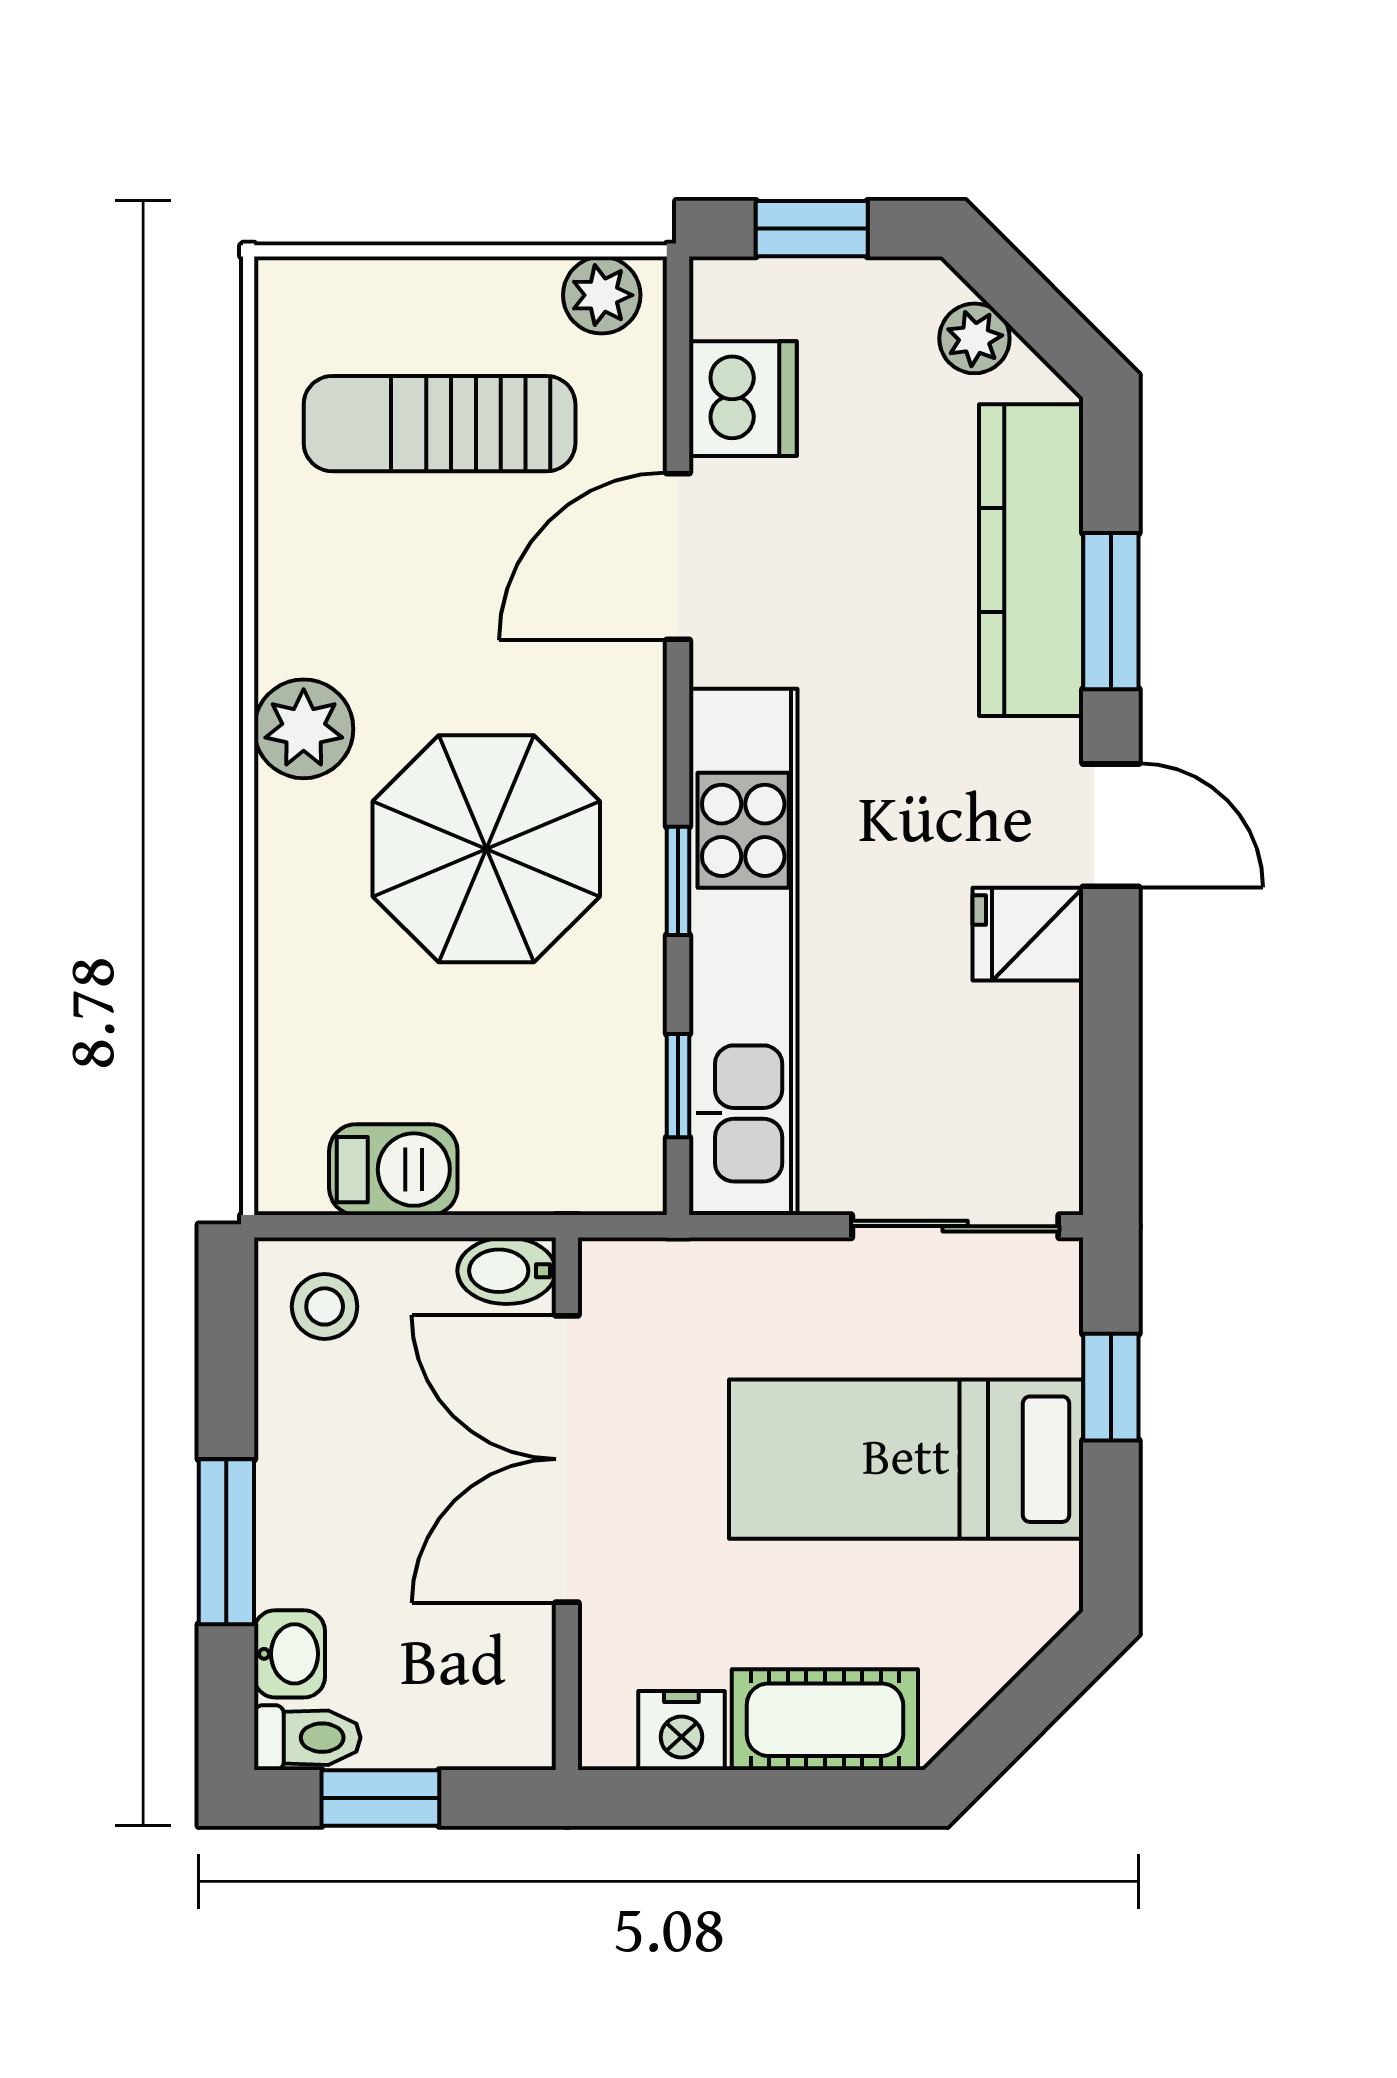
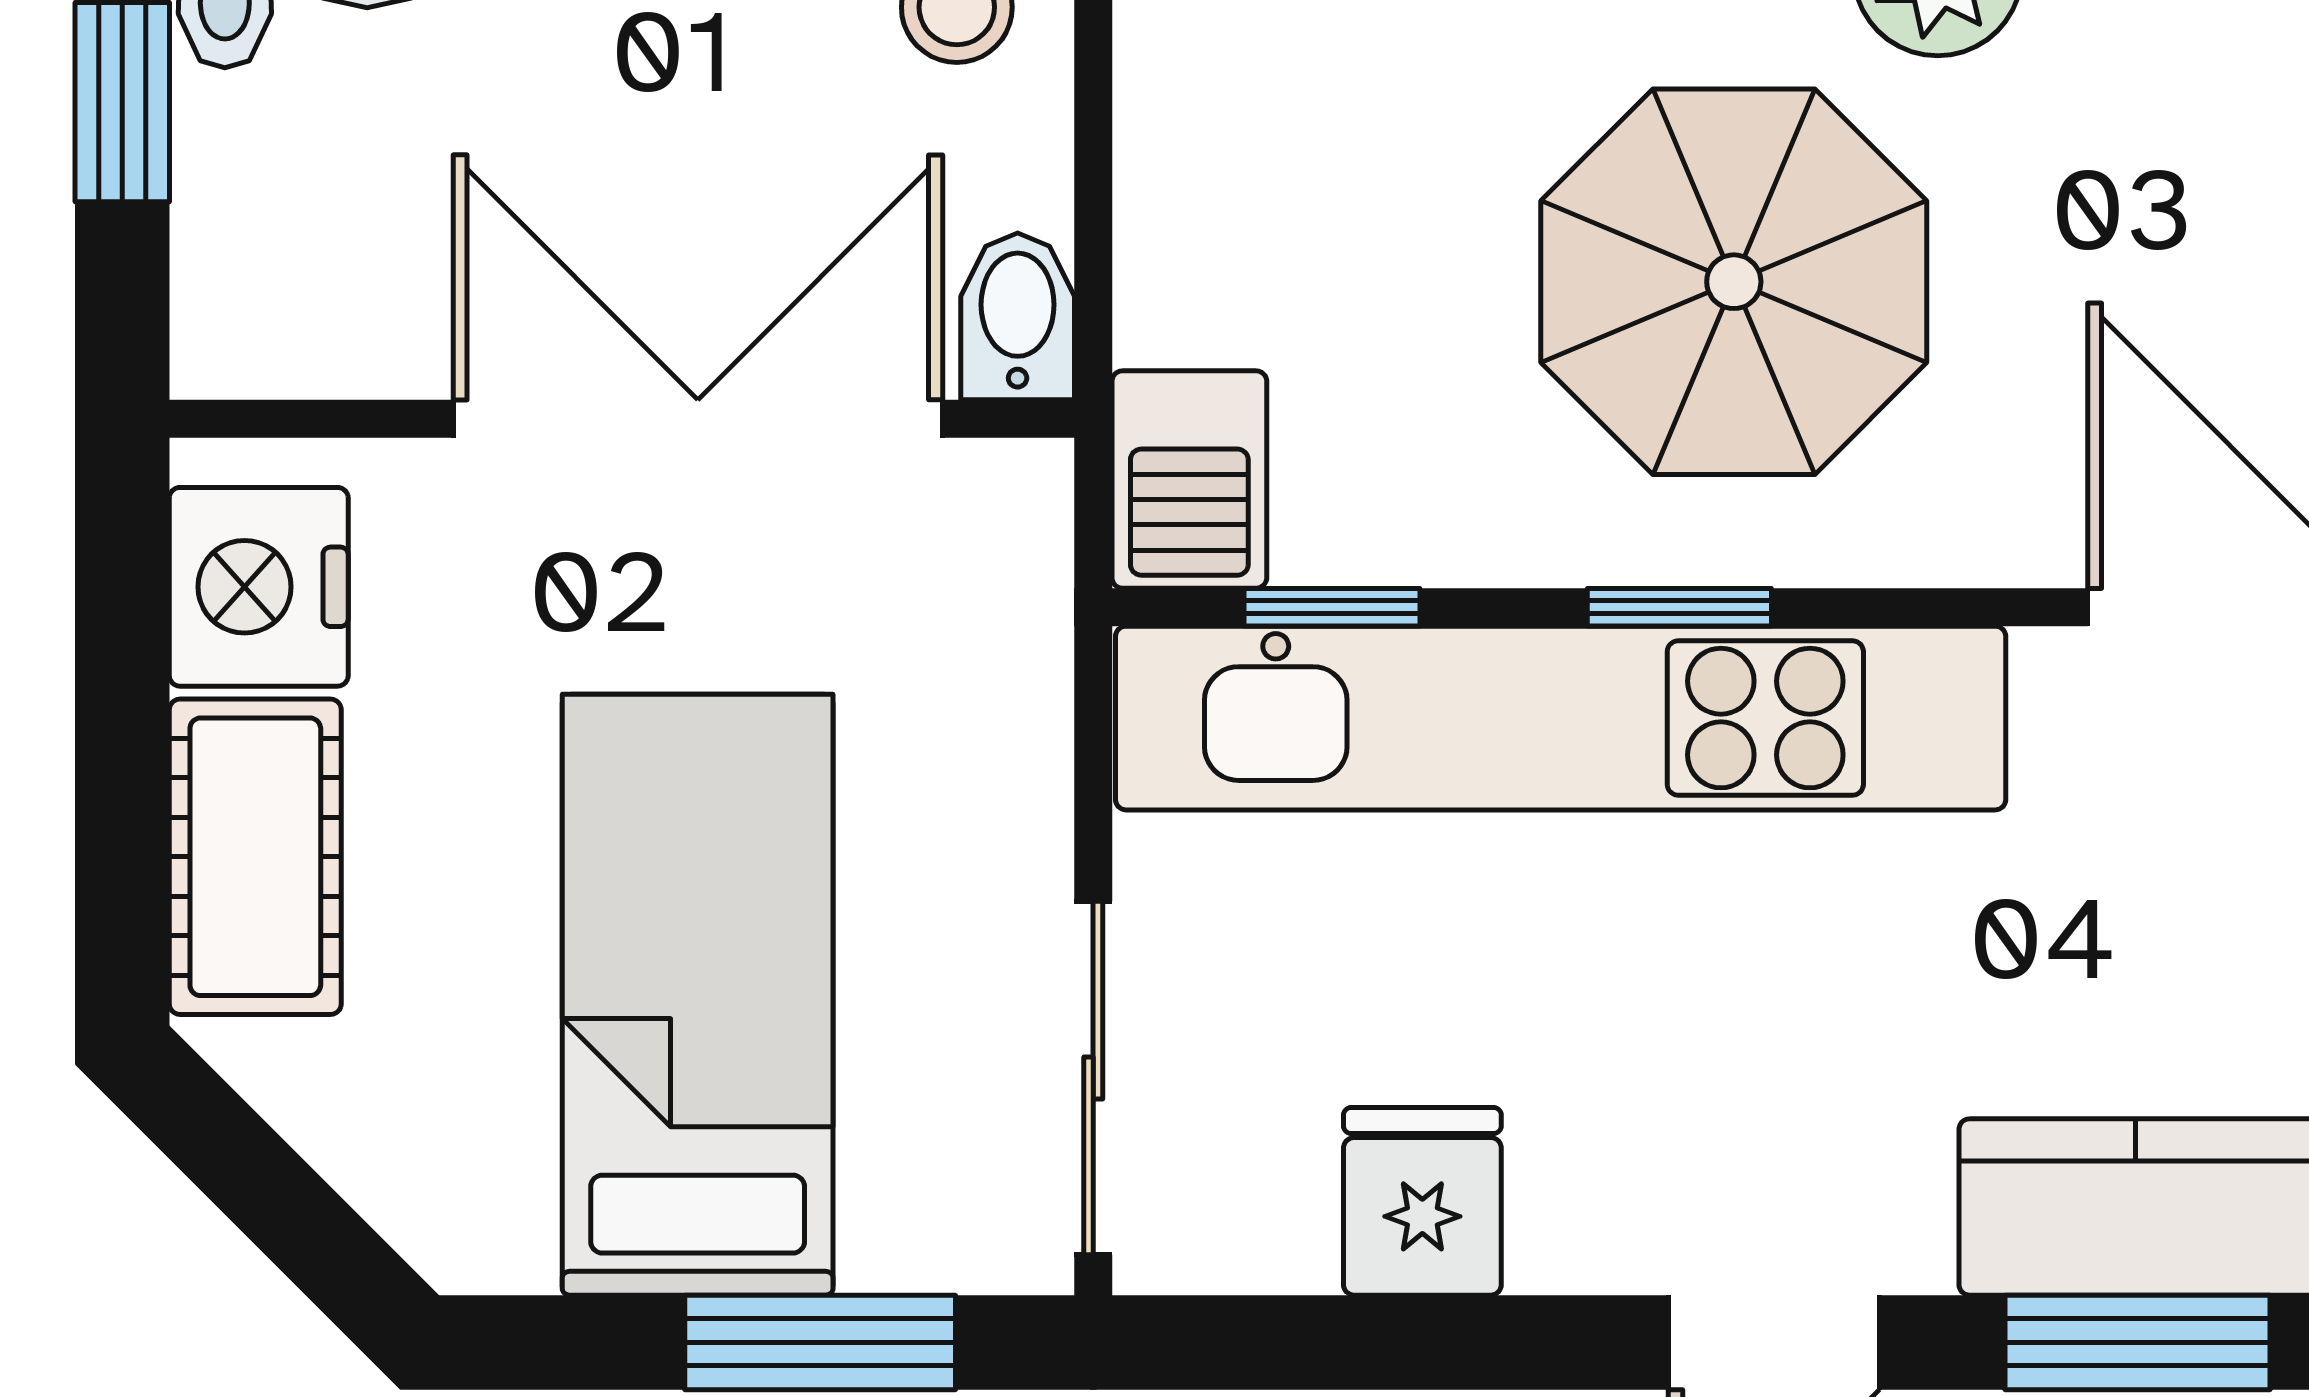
fridge: (1028, 934) -> (1422, 1201), moved
barbecue: (393, 1170) -> (1189, 479), moved
window: (1111, 1387) -> (820, 1342), width x1.50
nightstand: (681, 1731) -> (259, 587), width x1.36, depth x1.33

